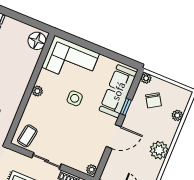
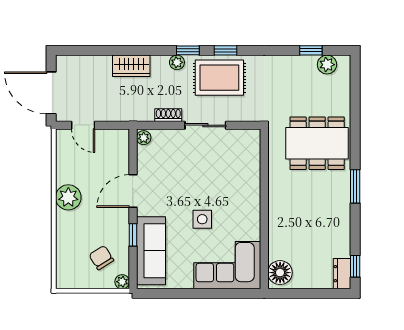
plant: (37, 91) -> (253, 209), removed
plant: (177, 115) -> (63, 251), removed
coffee table: (27, 136) -> (243, 147), removed

